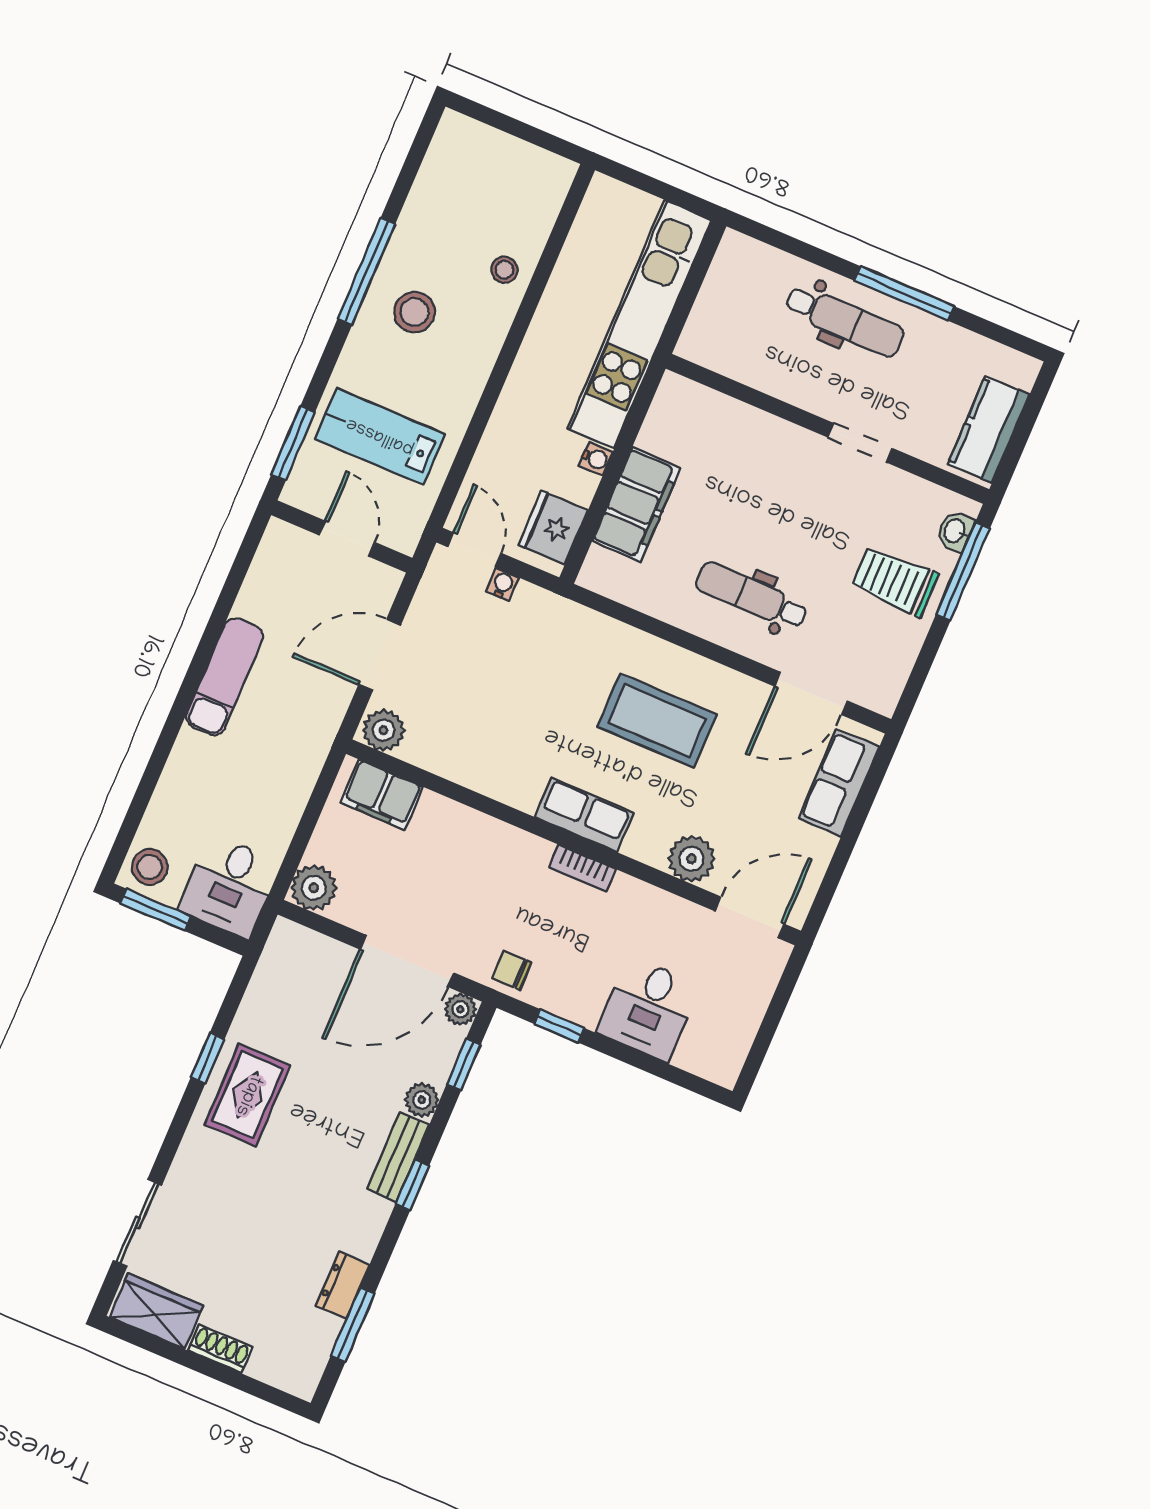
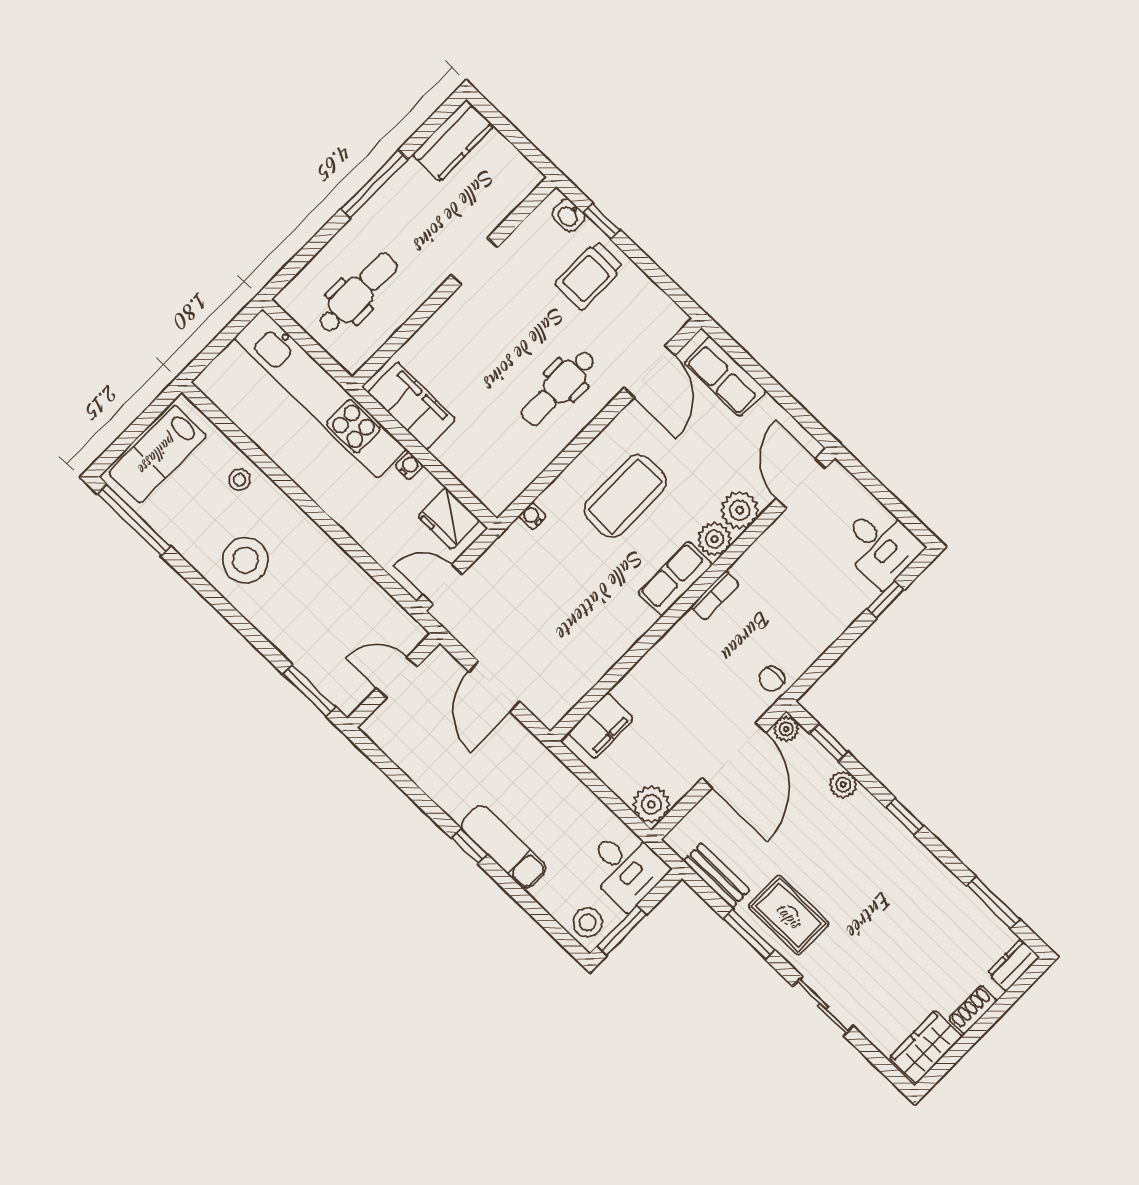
window: (367, 271) -> (134, 520), moved
stool: (414, 312) -> (245, 560), width x1.38, depth x1.38
dental chair: (845, 321) -> (358, 293), moved
kitchen counter: (989, 429) -> (453, 140), moved, turned -90
lab bench: (380, 436) -> (158, 454), moved
filing cabinet: (636, 504) -> (412, 406), moved
window: (963, 572) -> (602, 221), width x0.46
water cooler: (503, 584) -> (532, 516), moved
exam couch: (225, 677) -> (503, 847), moved
window: (185, 697) -> (470, 846), added
plant: (383, 730) -> (715, 539), moved
desk: (648, 1009) -> (880, 546), moved
window: (559, 1026) -> (886, 599), moved
window: (208, 1058) -> (749, 934), width x1.50
bench: (398, 1157) -> (717, 876), moved
sliding door: (138, 1223) -> (823, 1006), moved
dresser: (343, 1285) -> (1013, 965), moved, turned 90

